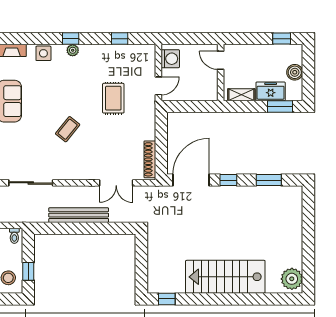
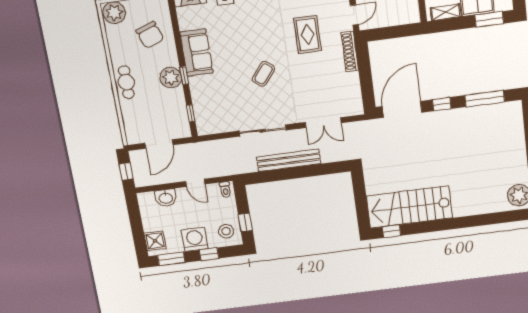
shoe rack: (150, 159) -> (350, 51), moved
window: (269, 180) -> (485, 99), width x1.44
sliding door: (31, 183) -> (263, 131), moved
stairs: (225, 277) -> (409, 207), moved

